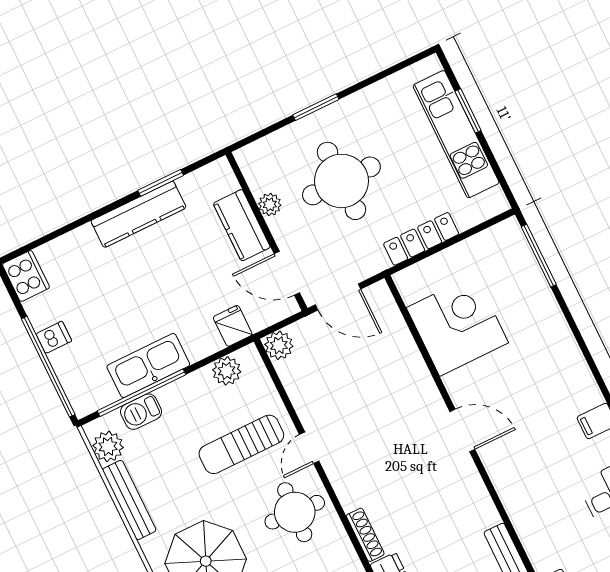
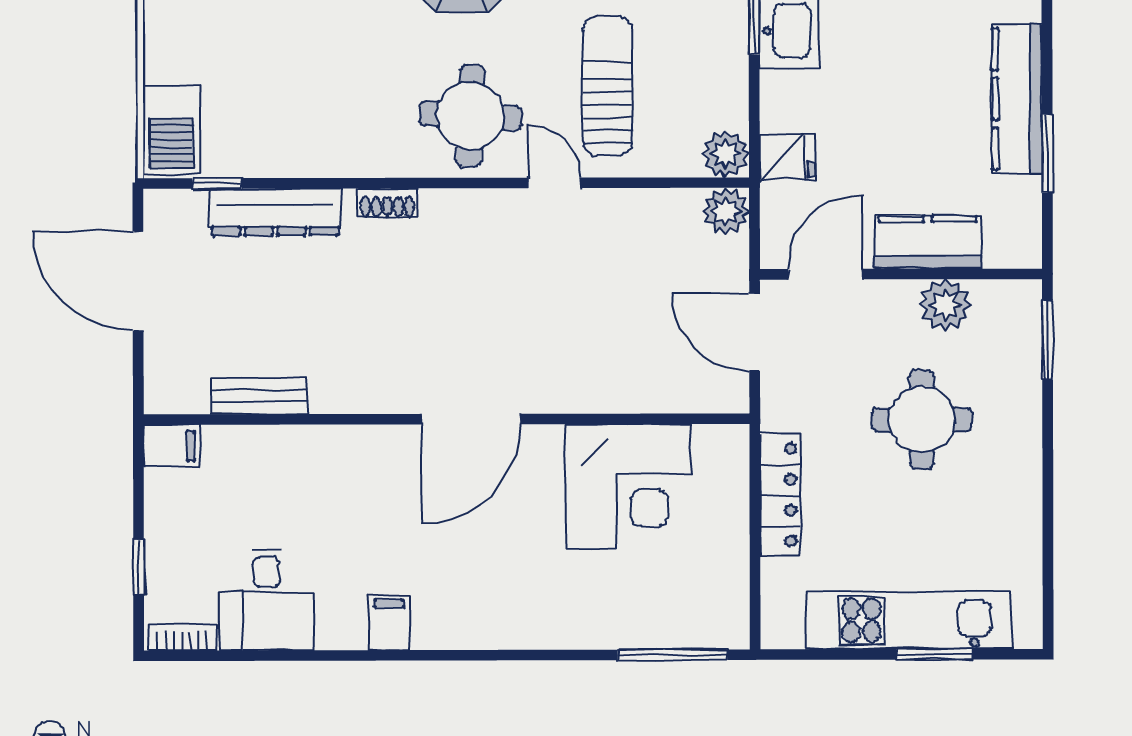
window: (316, 107) -> (1048, 340), moved
round table: (341, 181) -> (922, 419), width x0.73, depth x0.73
plant: (270, 204) -> (945, 305), width x1.38, depth x1.38
door: (338, 297) -> (755, 332), hinge flipped
plant: (227, 371) -> (726, 154), moved
door: (462, 430) -> (471, 419), width x1.36
shoe rack: (365, 535) -> (387, 203), width x0.70

